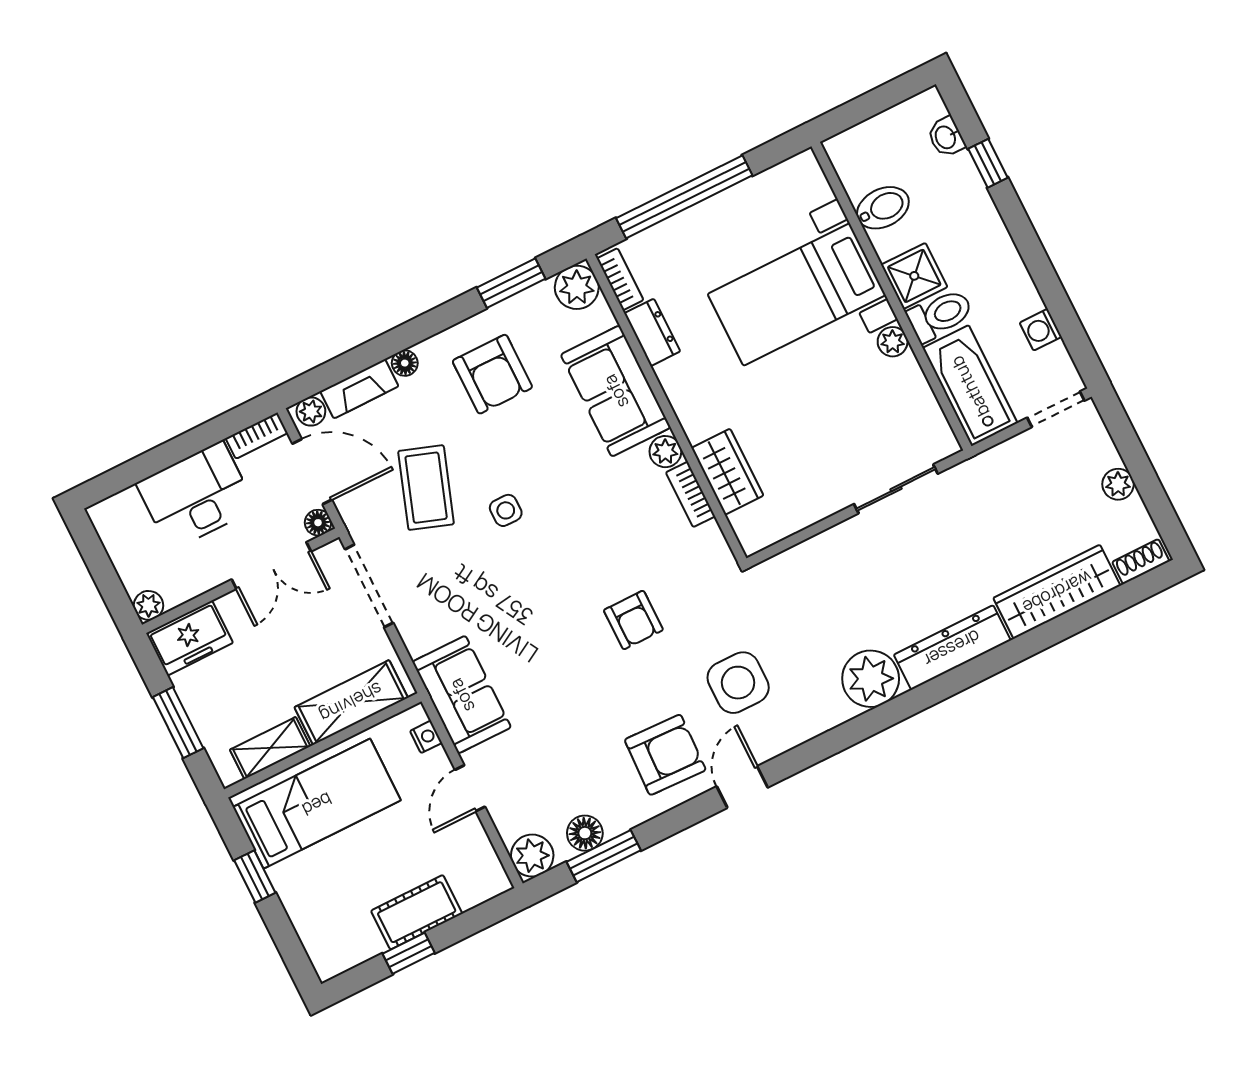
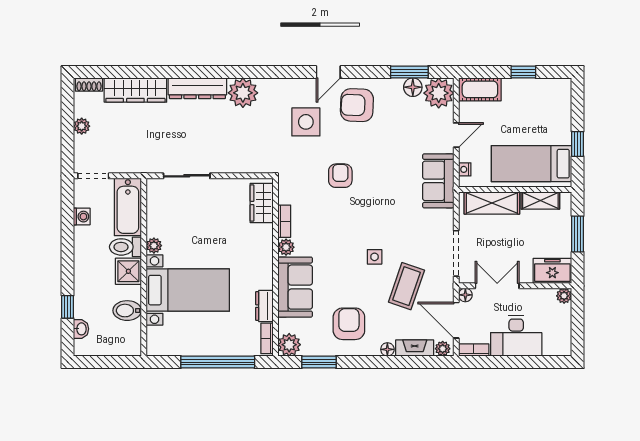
wardrobe: (727, 472) -> (262, 203), moved
plant: (532, 856) -> (439, 93), width x1.36, depth x1.36
cot: (417, 912) -> (480, 89), moved

